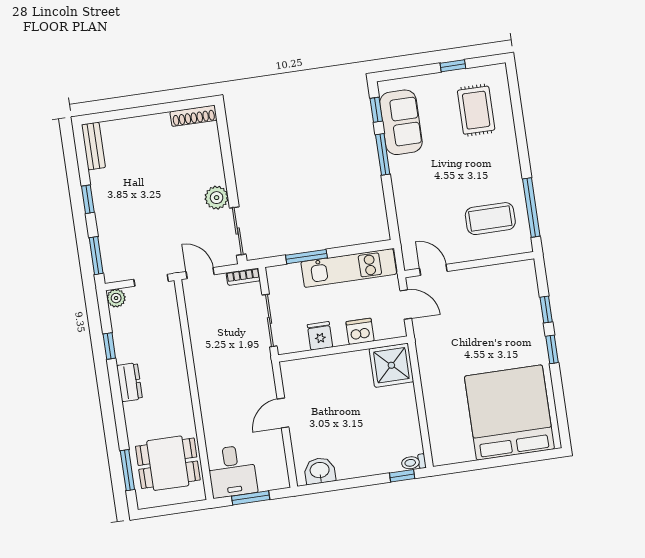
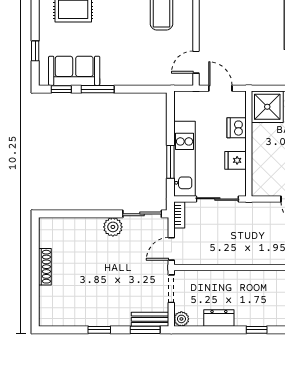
window: (453, 66) -> (35, 51), moved
shoe rack: (194, 116) -> (45, 267), moved
bench: (93, 146) -> (150, 319), moved
kitchen unit: (349, 268) -> (185, 159), moved
door: (406, 304) -> (220, 88), hinge flipped
window: (109, 346) -> (257, 330), moved
dresser: (130, 382) -> (219, 318), moved

